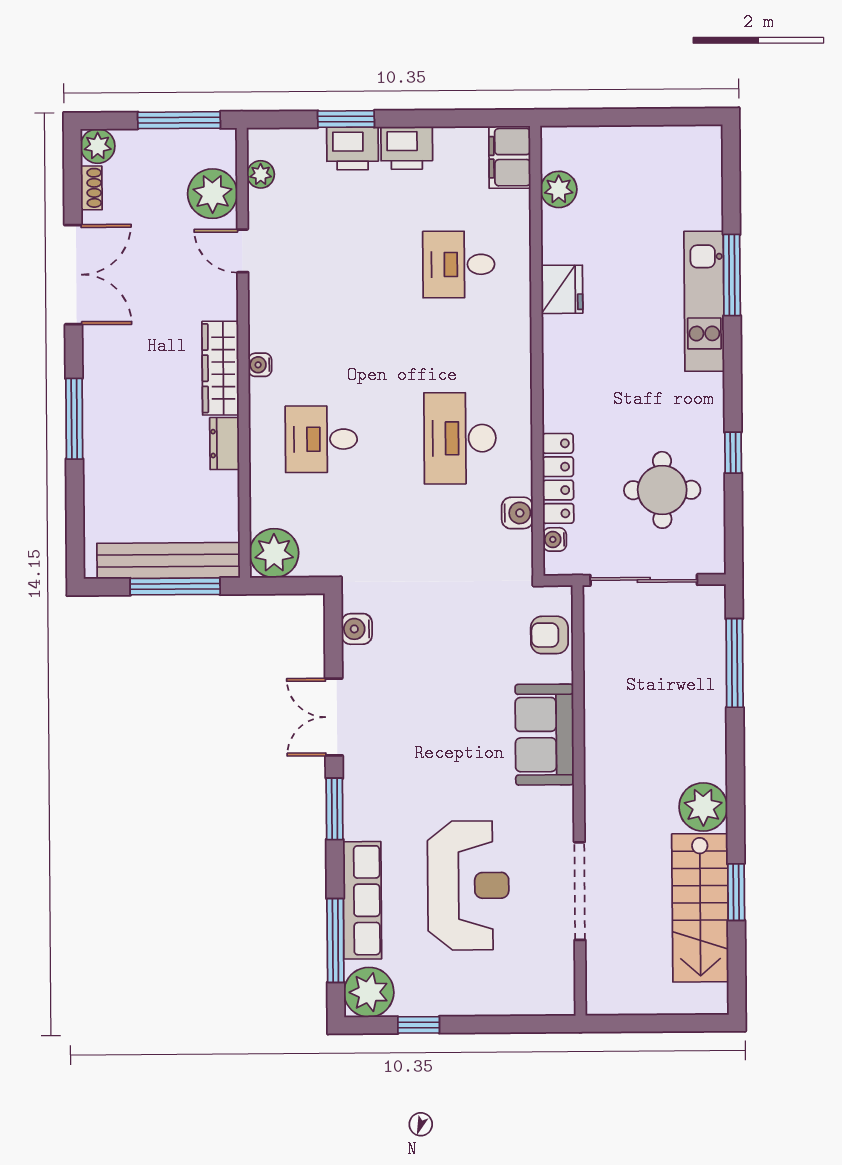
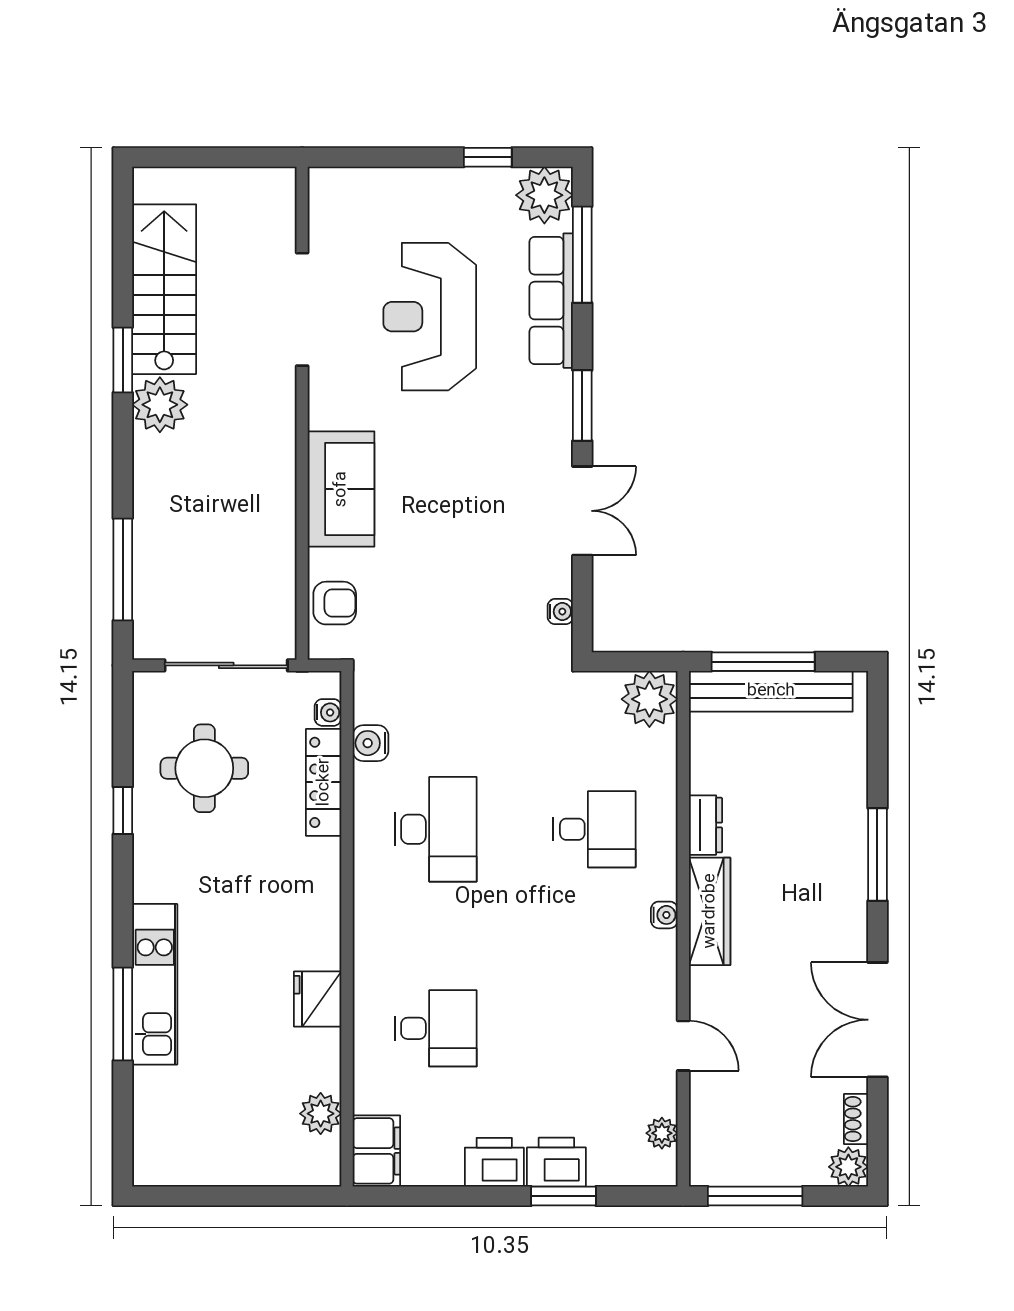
plant: (212, 194) -> (717, 1111), removed
water cooler: (357, 629) -> (560, 612), width x0.72, depth x0.72
window: (736, 892) -> (123, 360), moved

